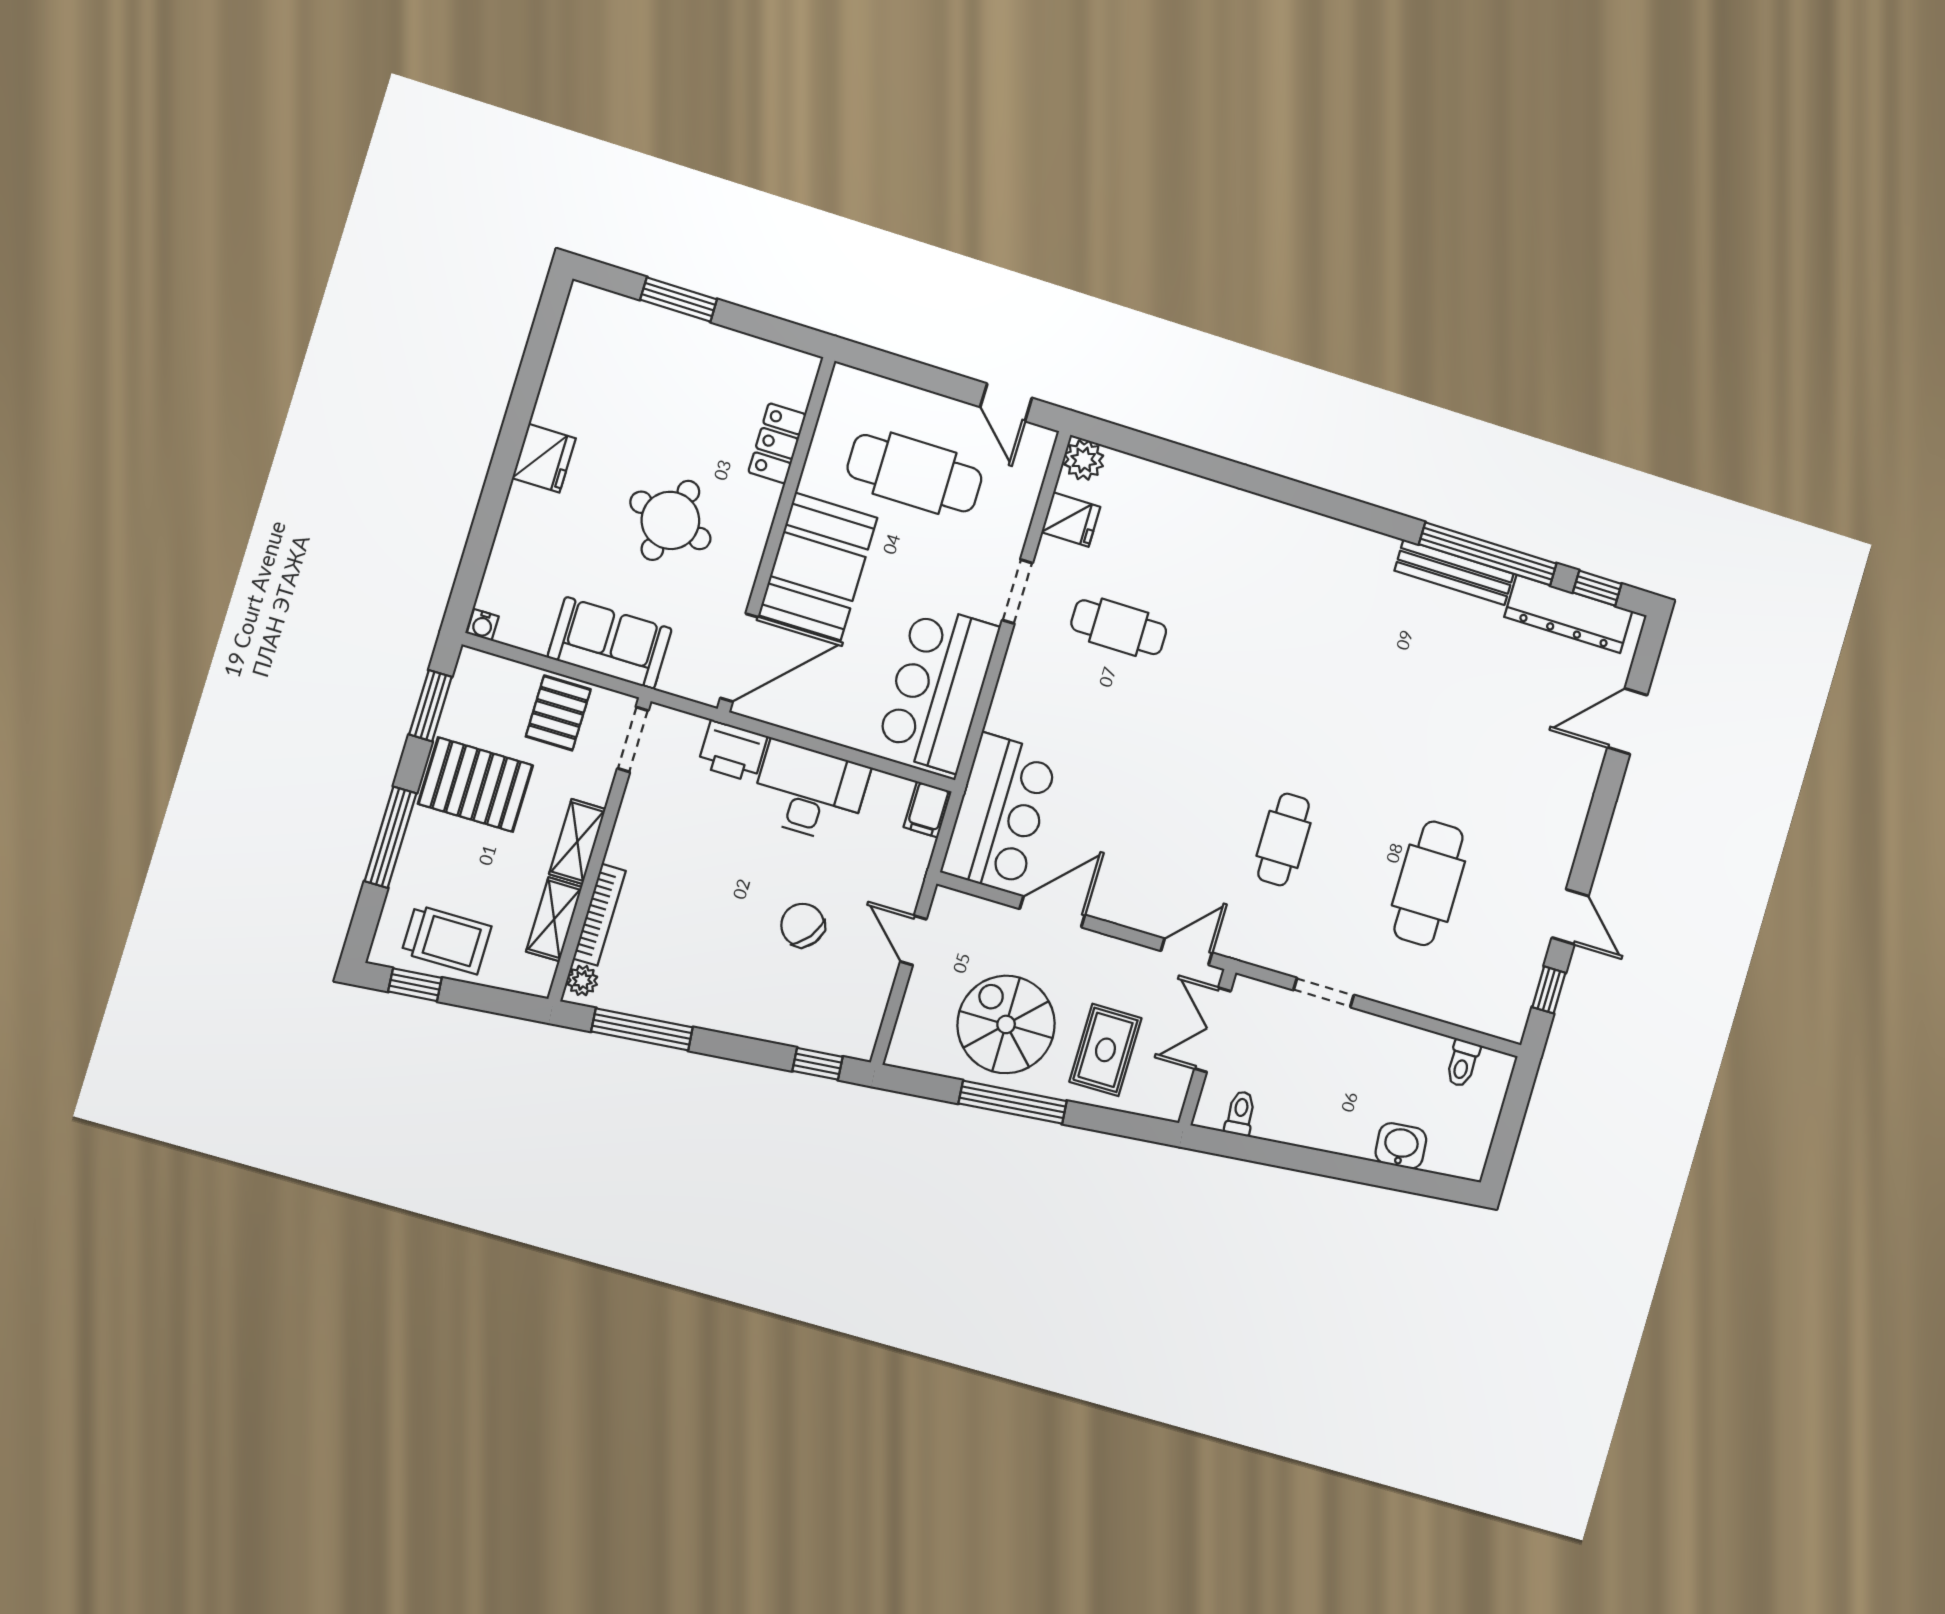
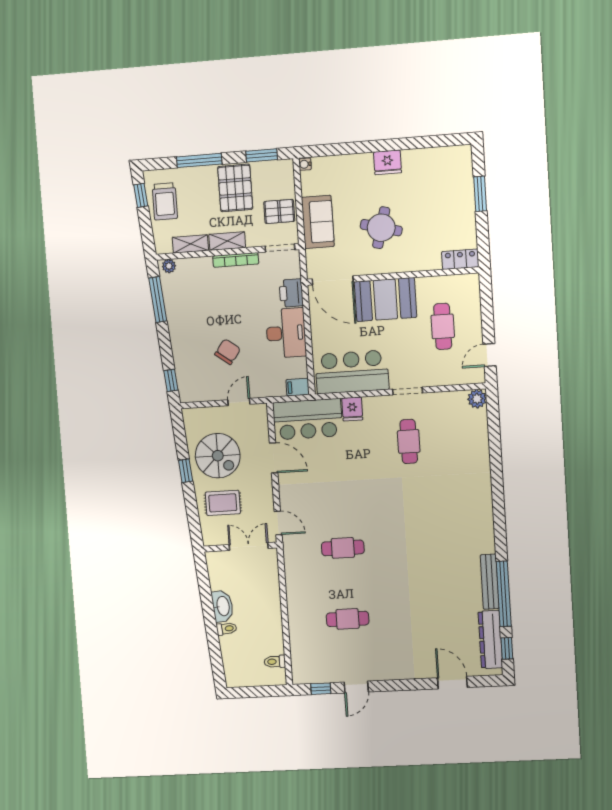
locker: (777, 443) -> (460, 259), moved
cafe table: (915, 473) -> (443, 326), width x0.73, depth x0.74
fridge: (1071, 520) -> (352, 409), moved
cafe table: (1428, 883) -> (348, 619), width x0.73, depth x0.74
bookcase: (599, 915) -> (236, 260), moved
doorway: (1324, 993) -> (283, 590), removed
spiral stairs: (1006, 1024) -> (218, 456), turned 90
window: (1013, 1102) -> (186, 471), width x0.46
toilet: (1240, 1113) -> (226, 629), moved
washbasin: (1401, 1146) -> (222, 606), moved, width x1.38

